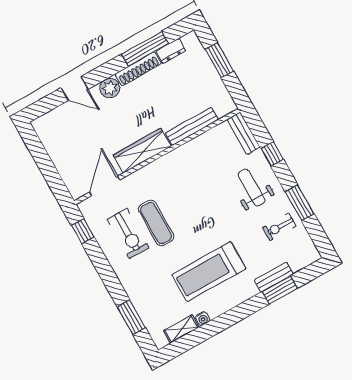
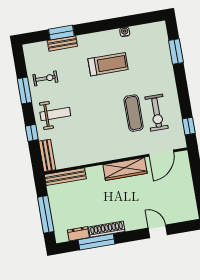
window: (219, 60) -> (46, 214), width x1.44
plant: (110, 88) -> (132, 223), removed
bench: (192, 126) -> (65, 177), moved
weight bench: (252, 187) -> (55, 114), turned -90
exercise bike: (128, 234) -> (157, 113), turned 180
treadmill: (209, 272) -> (108, 64), width x0.73, depth x0.73
shelving: (181, 329) -> (143, 30), removed

